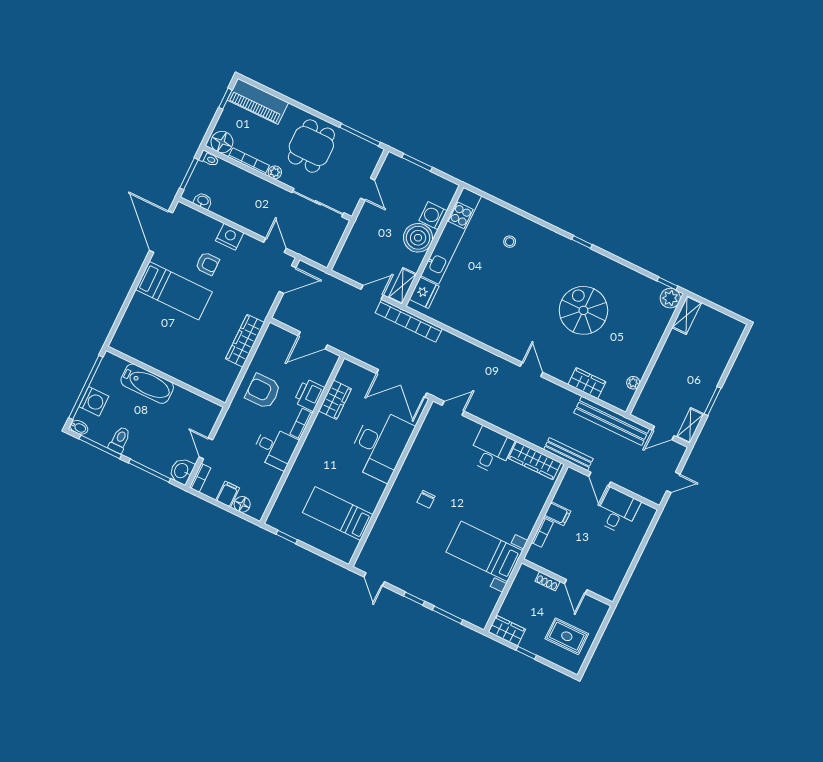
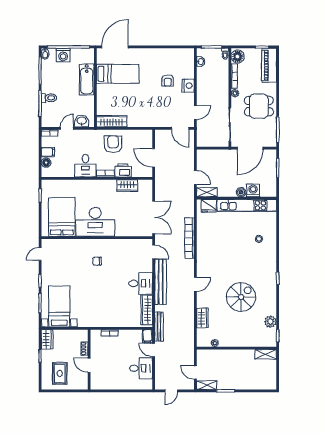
door: (368, 189) -> (250, 148), width x1.88
door: (161, 232) -> (115, 47), moved
boiler: (418, 238) -> (241, 192), width x0.54, depth x0.54
bed: (174, 291) -> (118, 74), moved, turned -90
plant: (670, 298) -> (270, 322), moved
bookcase: (409, 321) -> (190, 238), moved
wardrobe: (245, 341) -> (112, 121), moved
double door: (402, 383) -> (154, 217), swing flipped
bench: (612, 421) -> (161, 282), moved
toilet: (120, 440) -> (49, 98), moved
desk: (380, 445) -> (95, 222), moved
washbasin: (182, 471) -> (82, 121), moved
door: (600, 479) -> (154, 350), hinge flipped
door: (673, 482) -> (171, 391), hinge flipped
bed: (338, 514) -> (62, 217), width x1.50
filing cabinet: (557, 514) -> (147, 336), moved
bed with nightstands: (484, 551) -> (59, 306), moved
door: (576, 587) -> (89, 365), hinge flipped

